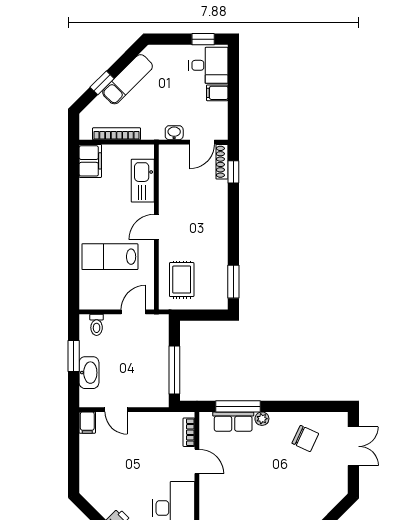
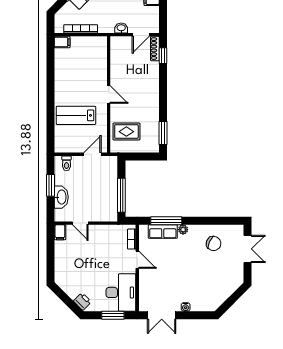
filing cabinet: (90, 161) -> (62, 42), width x0.50
kitchen sink: (143, 181) -> (99, 62), removed
door: (156, 227) -> (109, 94), swing flipped
rug: (182, 280) -> (126, 132), turned 90

